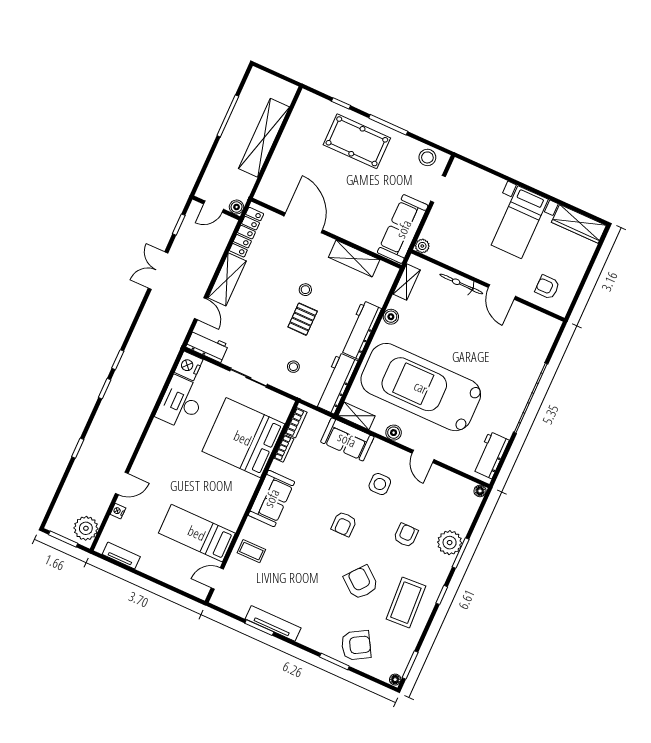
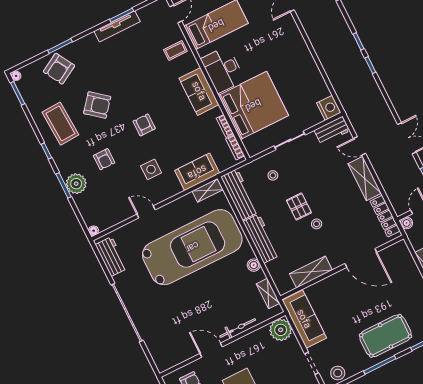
plant: (422, 246) -> (281, 330), width x1.88, depth x1.88
desk: (181, 403) -> (223, 70), moved, turned 180
boiler: (394, 433) -> (177, 206), removed

